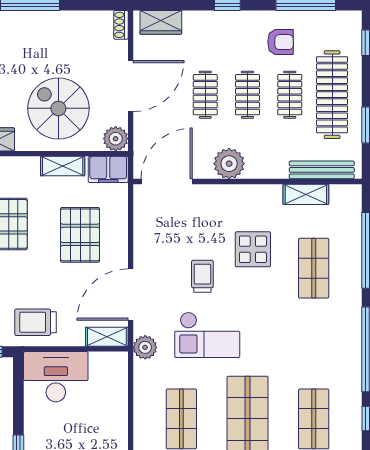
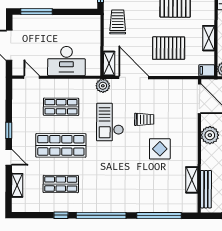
filing cabinet: (108, 169) -> (207, 70), width x0.50
shop shelf: (314, 268) -> (149, 184), removed
desk: (56, 377) -> (66, 61), moved, turned 90

